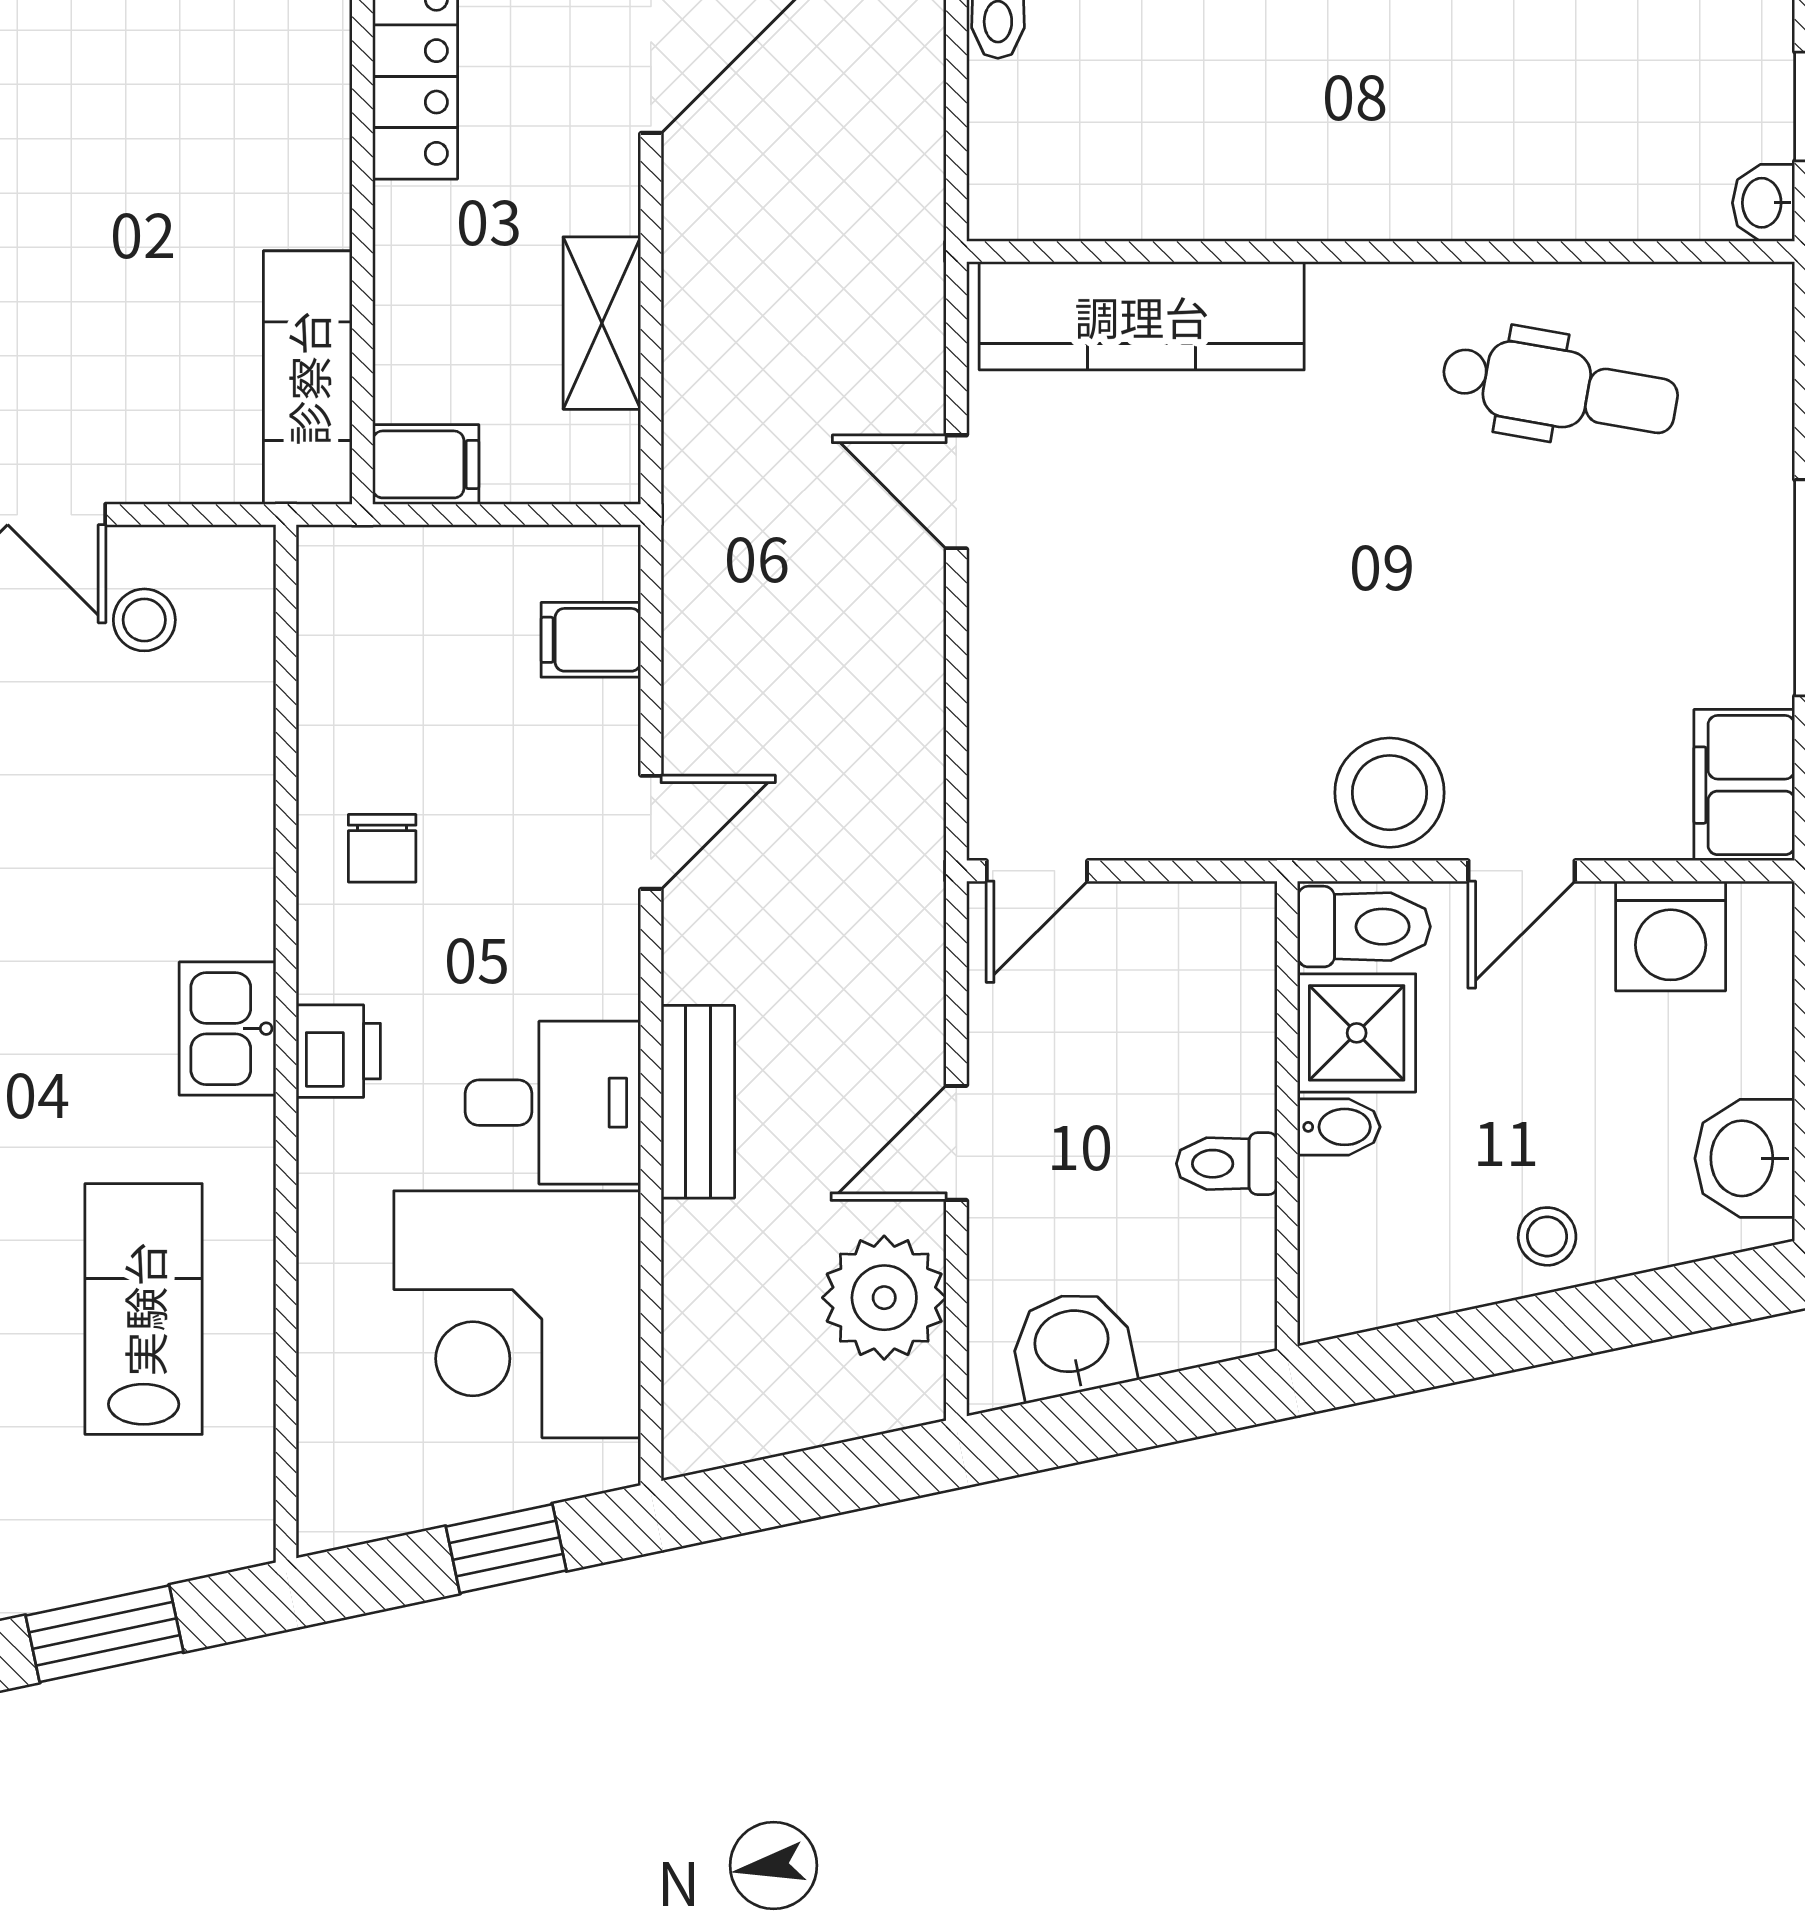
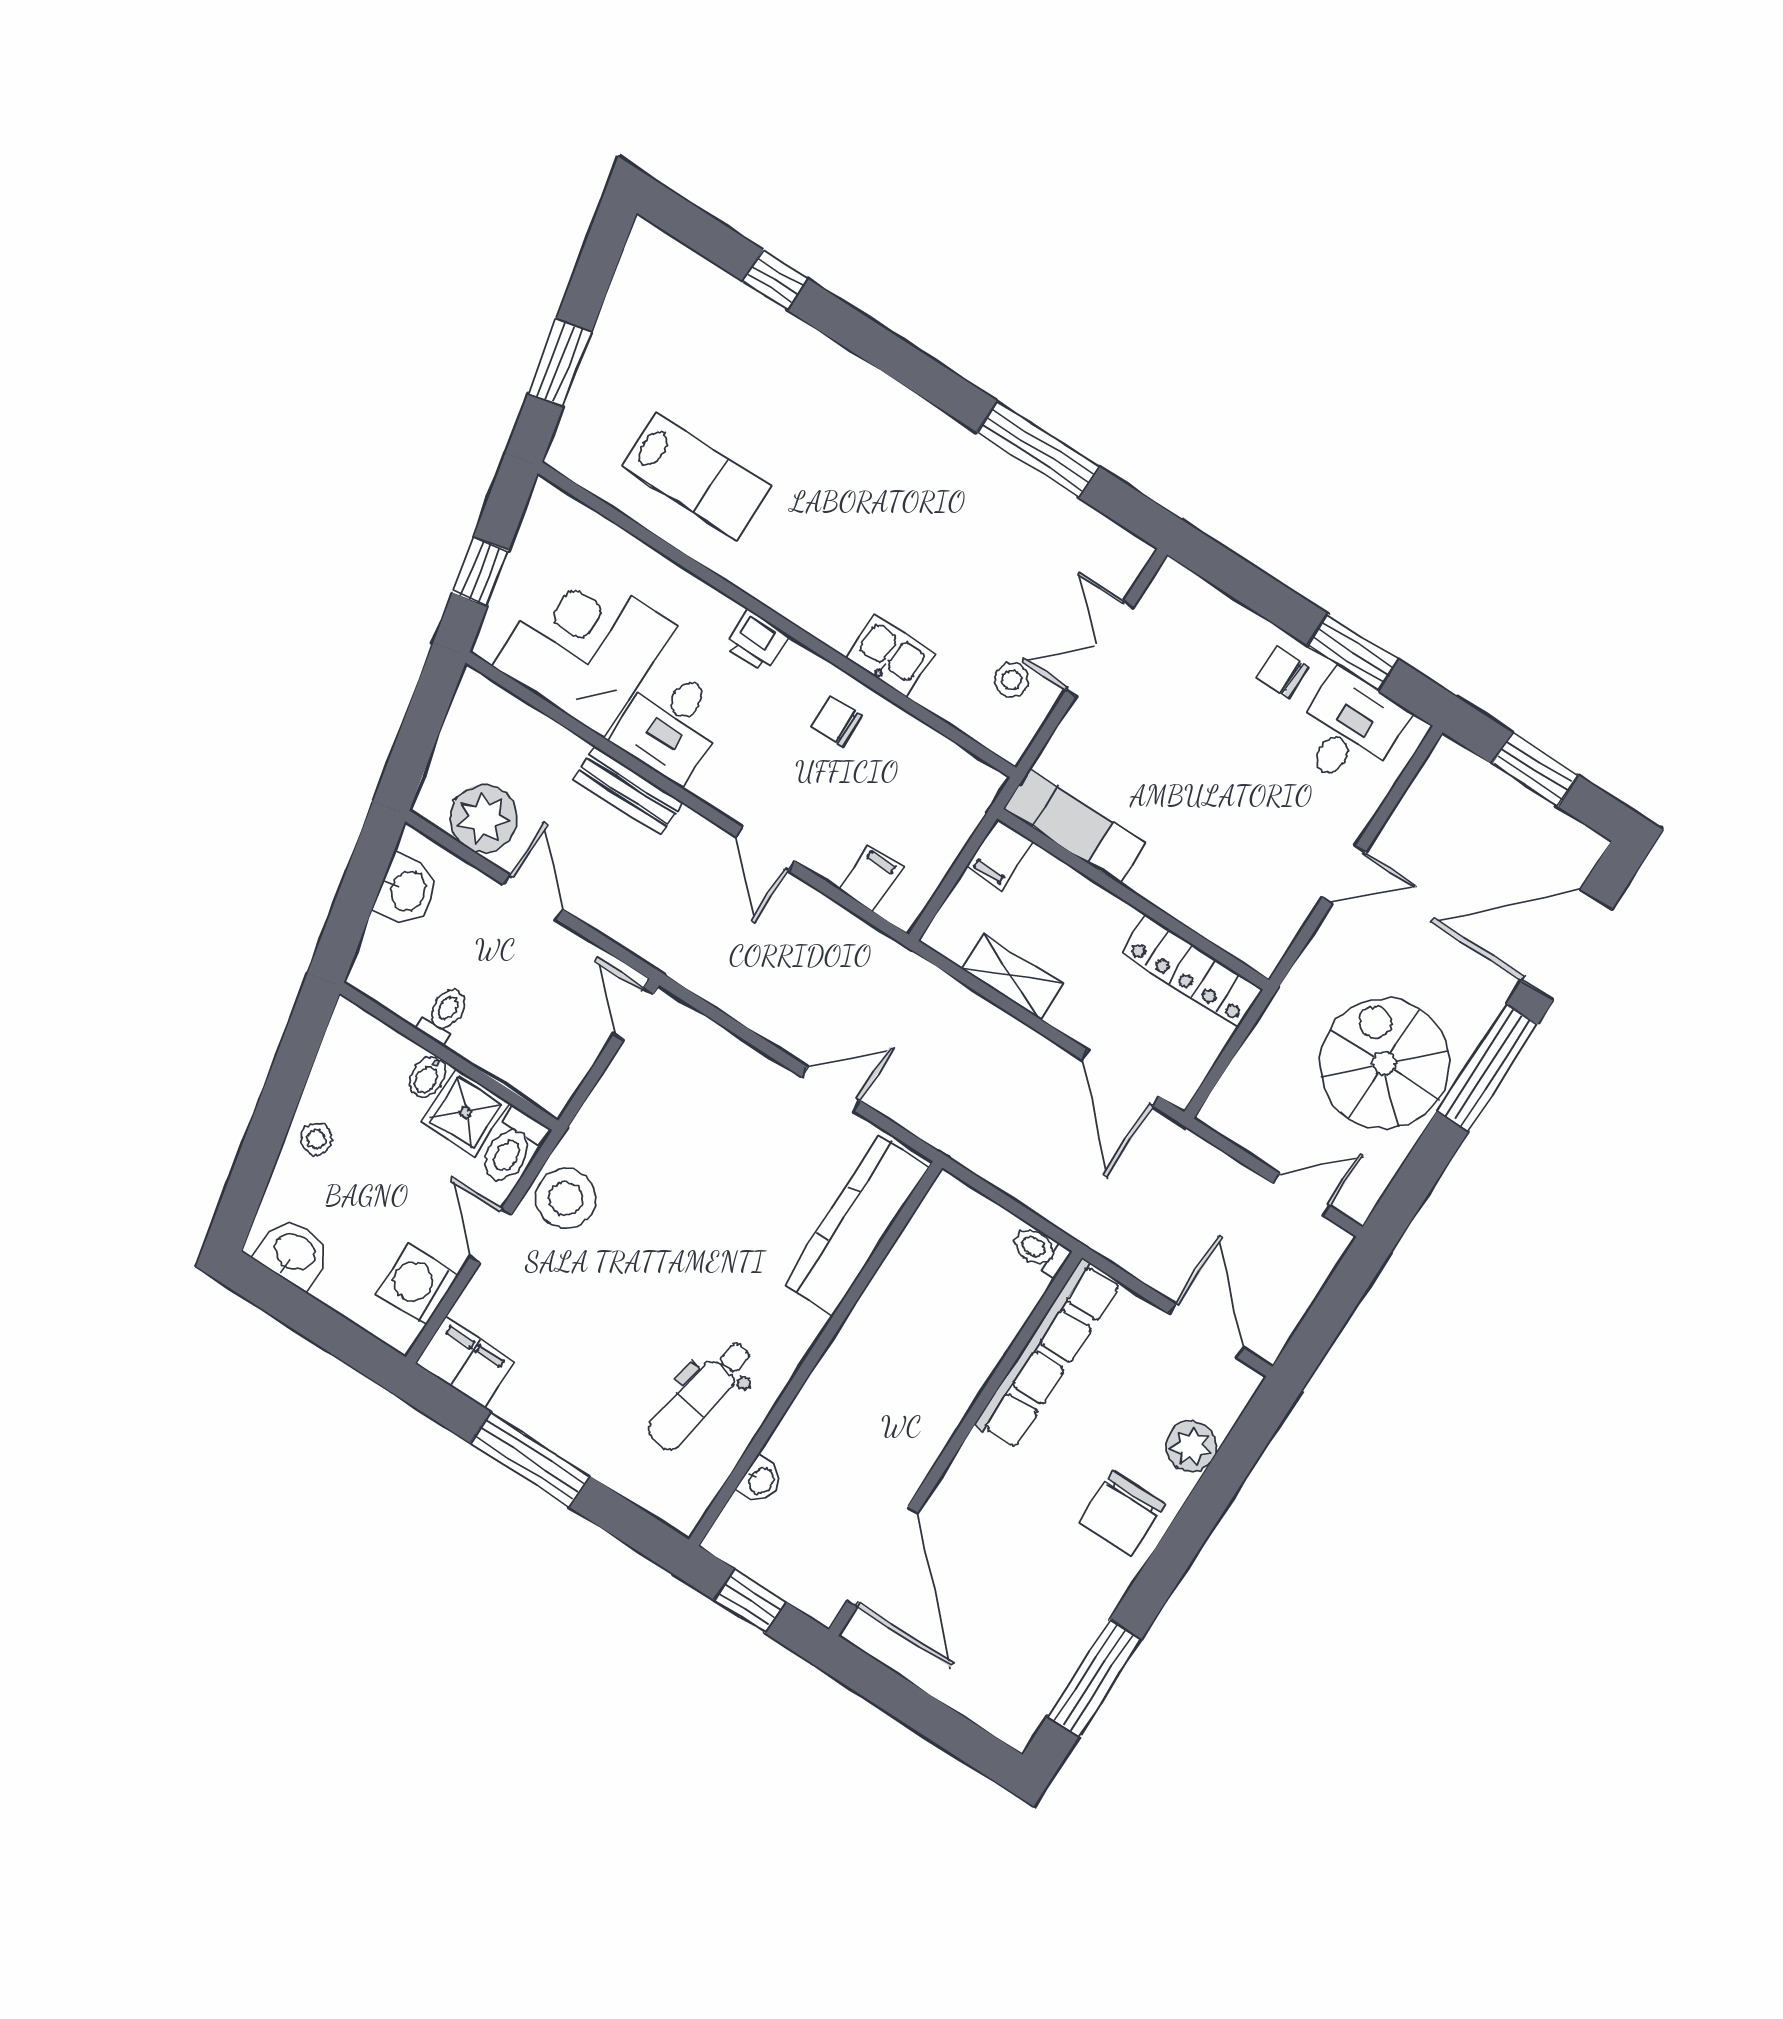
washbasin: (1764, 203) -> (761, 1480), moved, turned 90
kitchen sink: (228, 1029) -> (890, 655), moved

